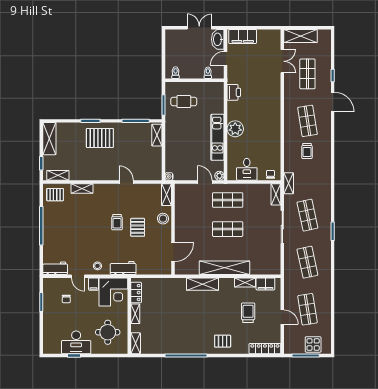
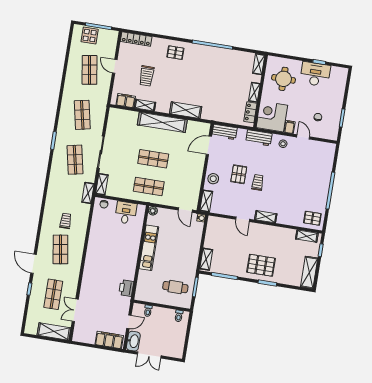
plant: (235, 129) -> (131, 253), removed
door: (205, 182) -> (185, 210), moved
shelving: (82, 188) -> (266, 217), moved
workbench: (55, 268) -> (224, 132), moved

